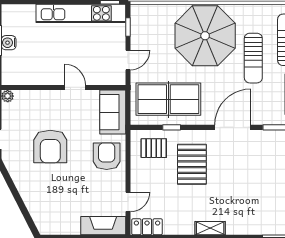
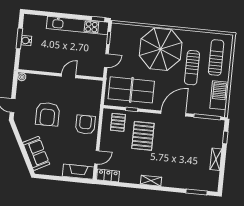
door: (75, 88) -> (69, 76), hinge flipped
sofa: (113, 112) -> (36, 153), moved, turned 153
pallet: (154, 148) -> (118, 122), turned 90

